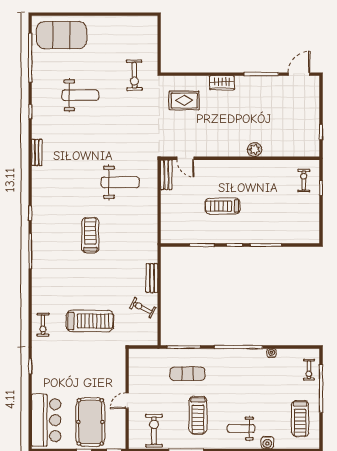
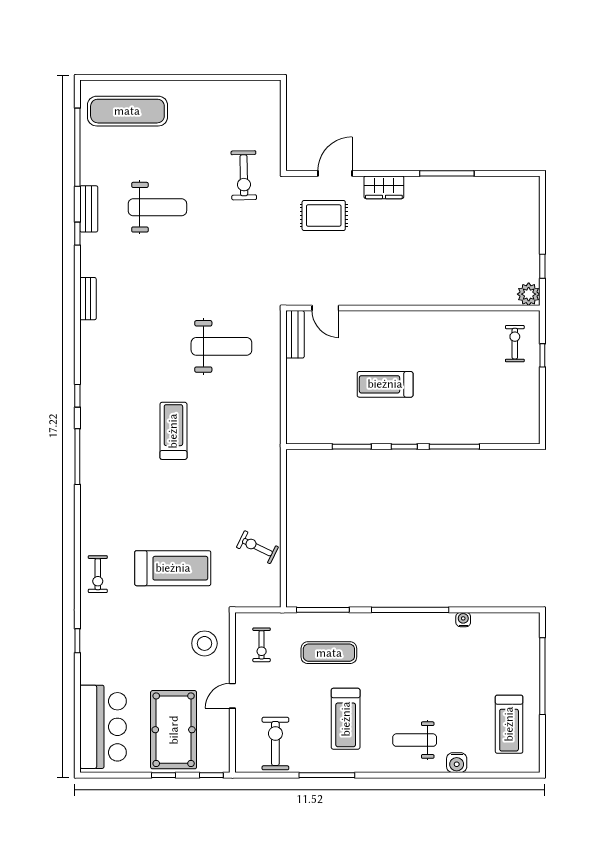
exercise mat: (62, 35) -> (127, 111), width x0.68
door: (299, 74) -> (335, 173), moved
plant: (255, 150) -> (529, 294), moved
bench: (152, 278) -> (89, 209), moved
stool: (110, 368) -> (204, 643), added
exercise bike: (309, 370) -> (262, 645), moved

